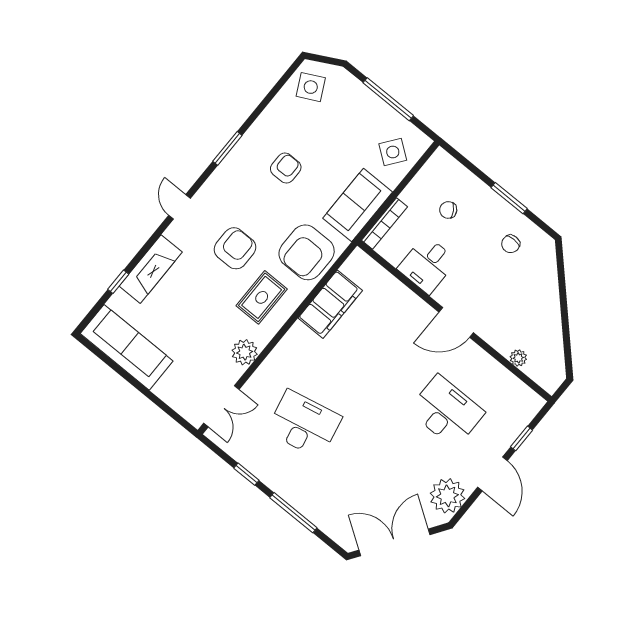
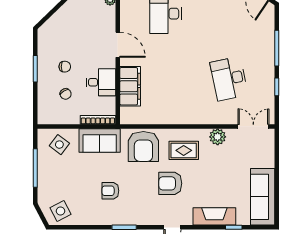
chair: (511, 244) -> (65, 67), moved
armchair: (307, 252) -> (143, 147), turned 90
filing cabinet: (330, 304) -> (130, 86), moved, turned 90

